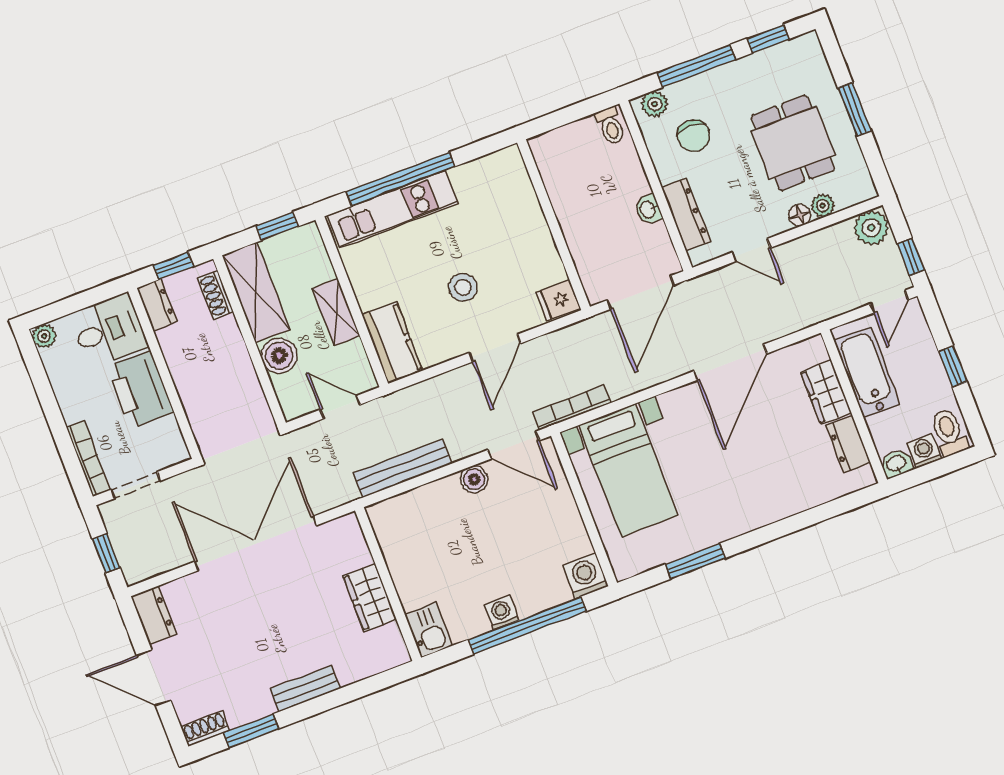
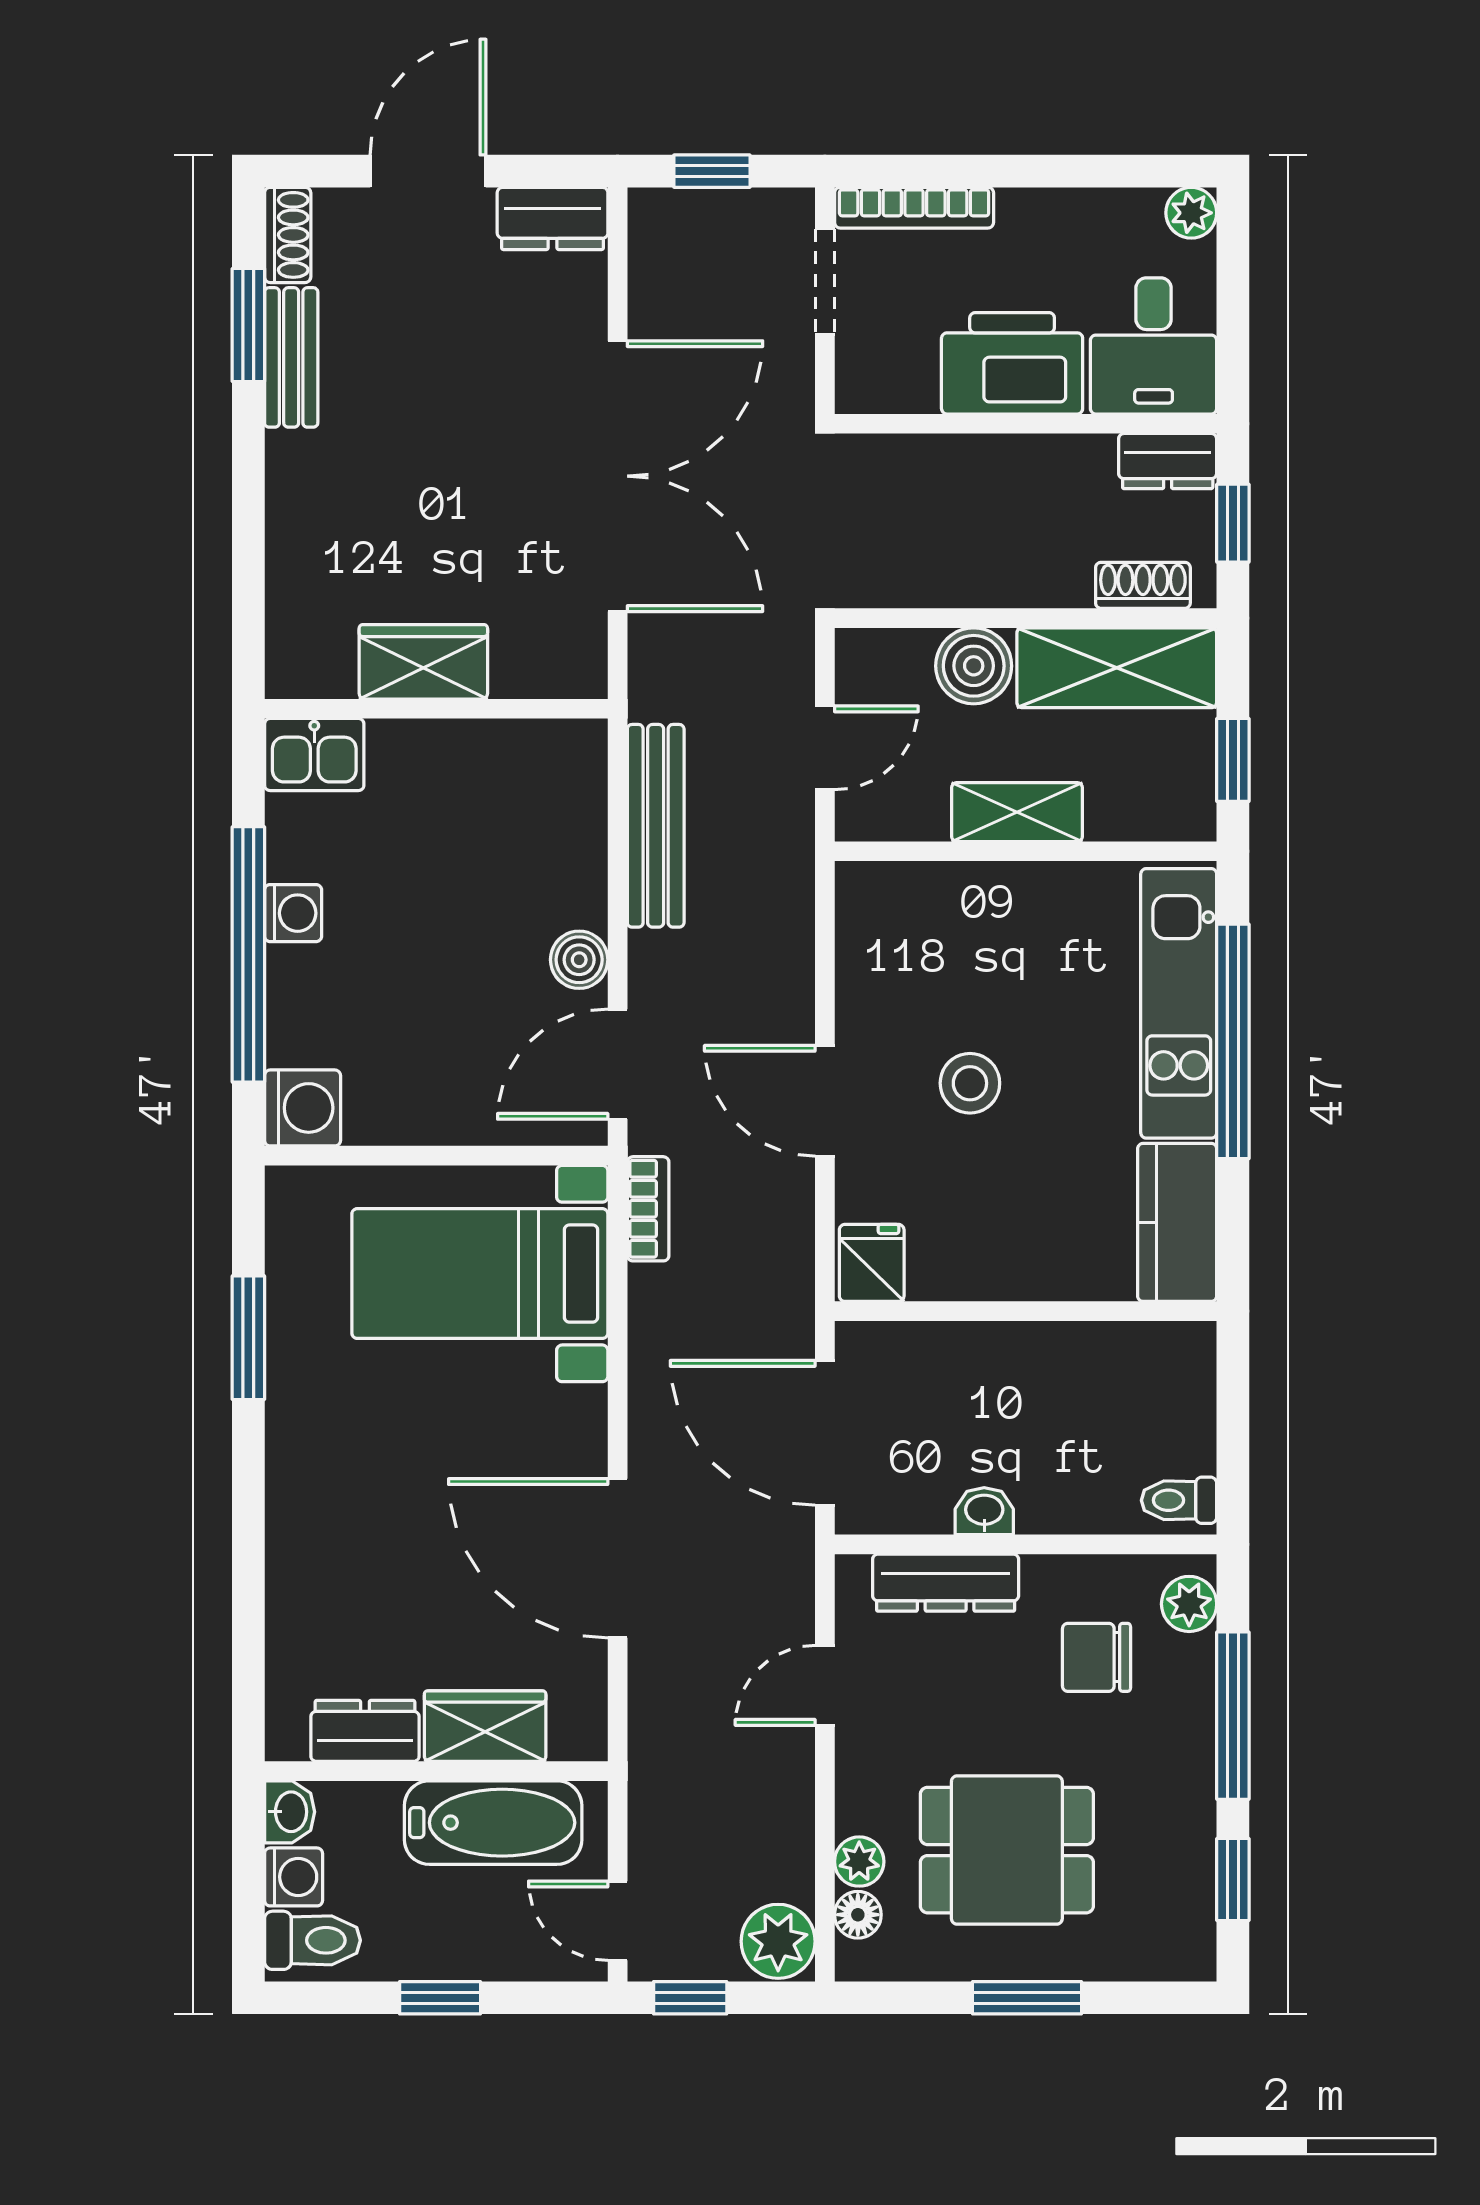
floor lamp: (800, 215) -> (858, 1915), moved
kitchen counter: (392, 343) -> (1177, 1222), moved, turned 90
bookcase: (572, 407) -> (648, 1209), width x0.64
bench: (305, 689) -> (291, 357), moved

